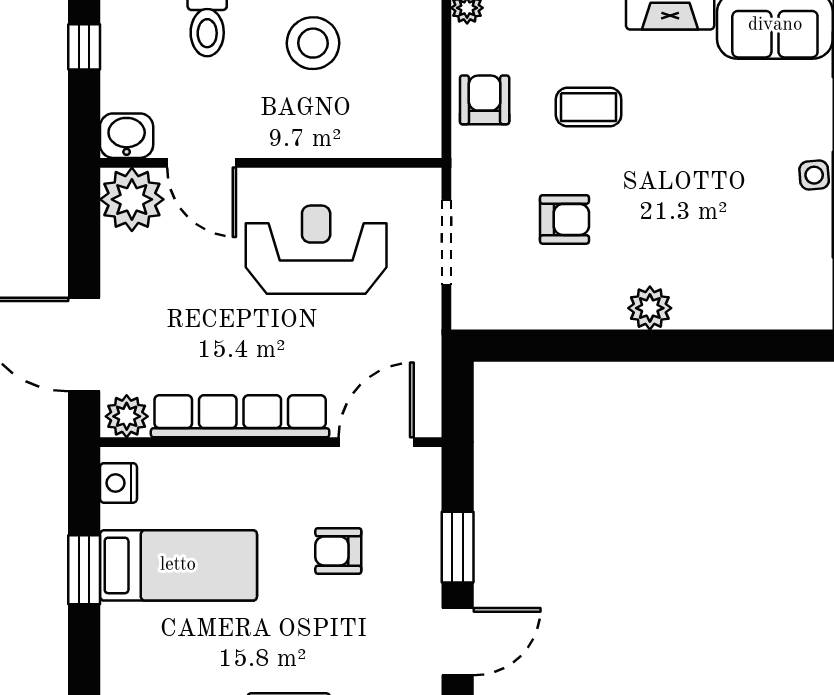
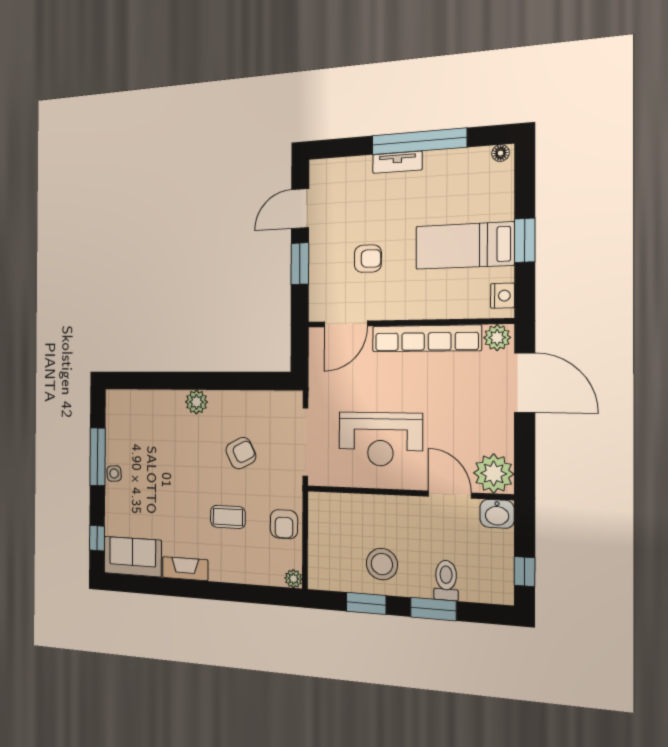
armchair: (565, 219) -> (241, 453), turned 153
doorway: (446, 242) -> (305, 442), width x1.36

